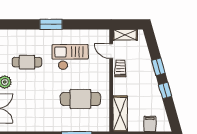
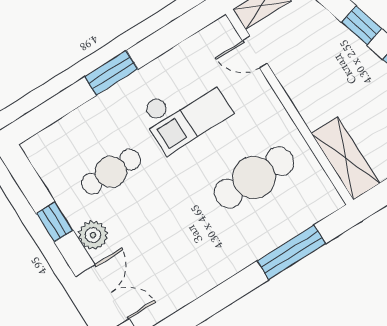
checkout: (70, 57) -> (186, 111), turned 180
trolley: (120, 68) -> (292, 73), removed

